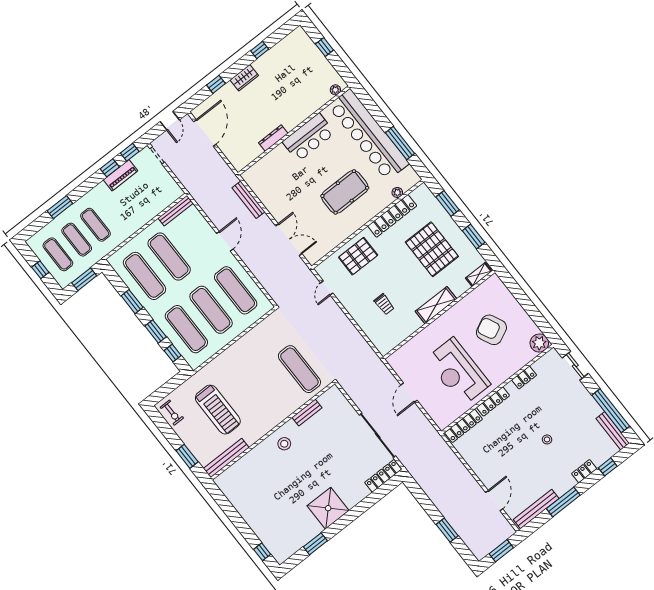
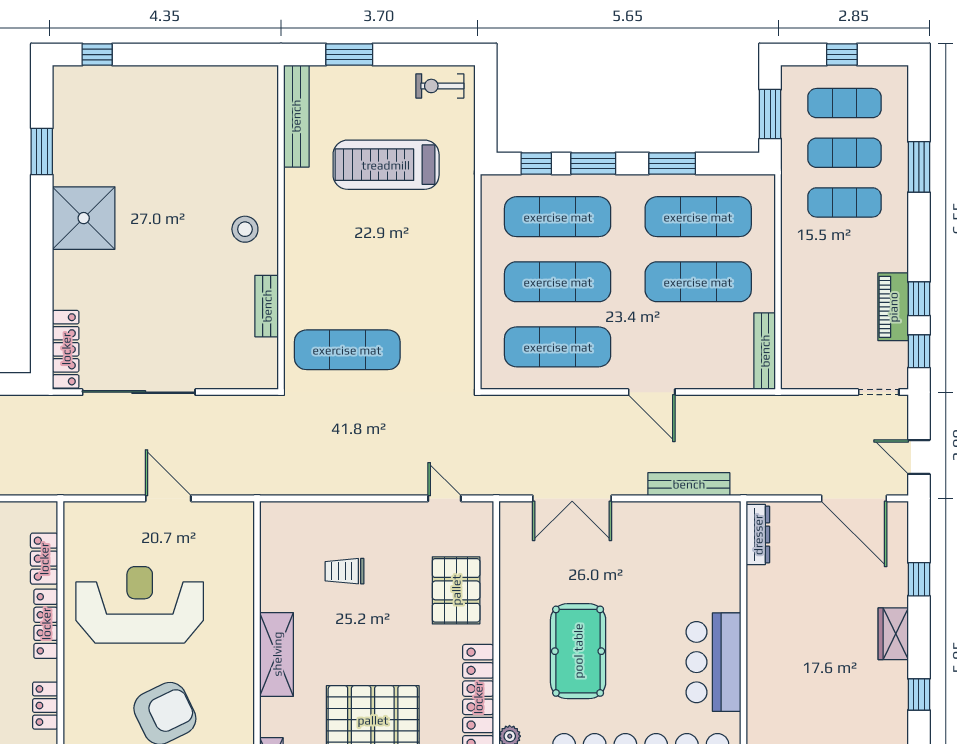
dresser: (273, 138) -> (758, 535), moved
locker: (463, 426) -> (44, 559), width x0.66

